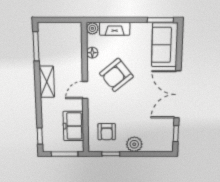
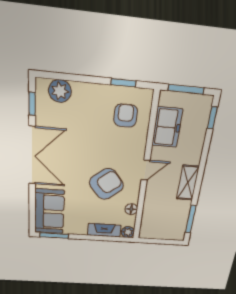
plant: (134, 144) -> (60, 91), moved

